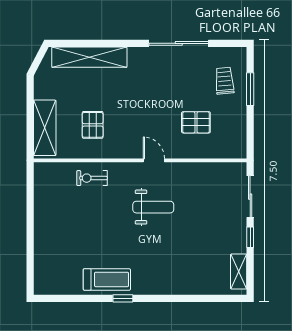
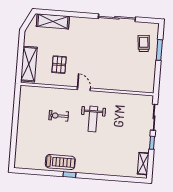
shelving: (89, 57) -> (53, 21), width x0.68
pallet: (196, 122) -> (124, 68), removed
door: (154, 160) -> (84, 89), moved
exercise bike: (92, 178) -> (59, 116), moved
weight bench: (153, 207) -> (93, 119), turned 90

